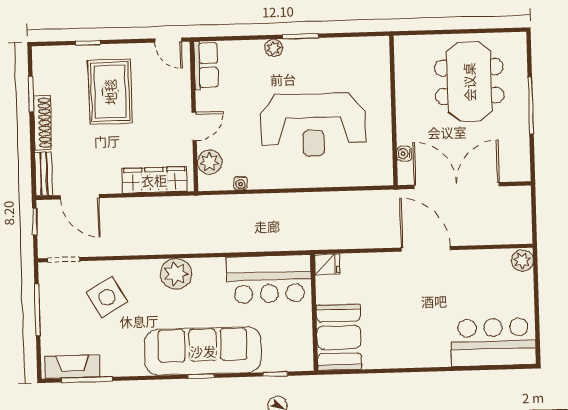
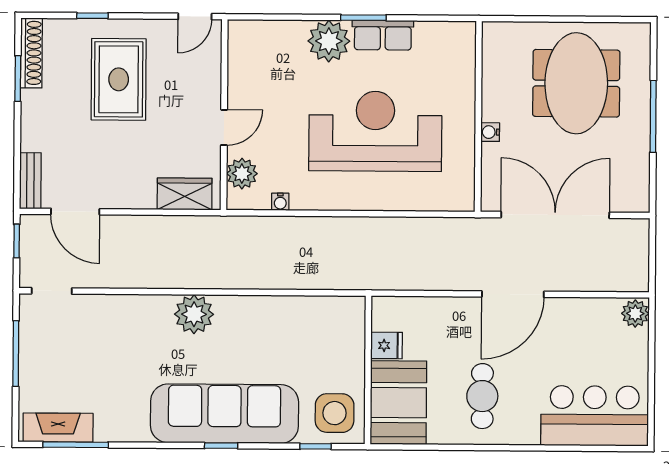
door: (168, 40) -> (195, 16), hinge flipped
plant: (274, 48) -> (329, 41), width x1.87, depth x1.87
row of seats: (206, 65) -> (383, 35), moved, turned 90
shoe rack: (42, 123) -> (31, 53), moved
reception desk: (313, 125) -> (375, 131), turned 180
water cooler: (404, 154) -> (490, 132), moved
wardrobe: (154, 180) -> (185, 194), width x0.67
door: (426, 249) -> (513, 294), swing flipped
fridge: (327, 264) -> (387, 345), moved
bar counter: (269, 279) -> (312, 325), removed
side table: (107, 297) -> (335, 413), moved, turned 30
cafe table: (405, 330) -> (482, 396), added

